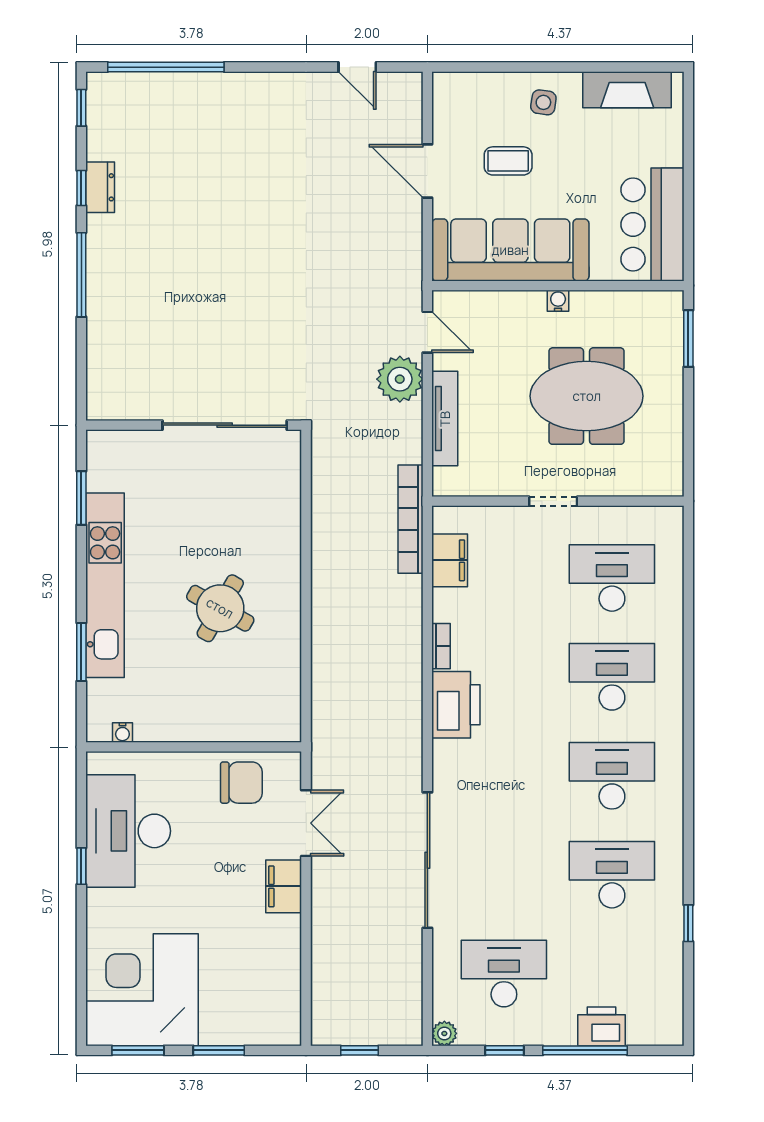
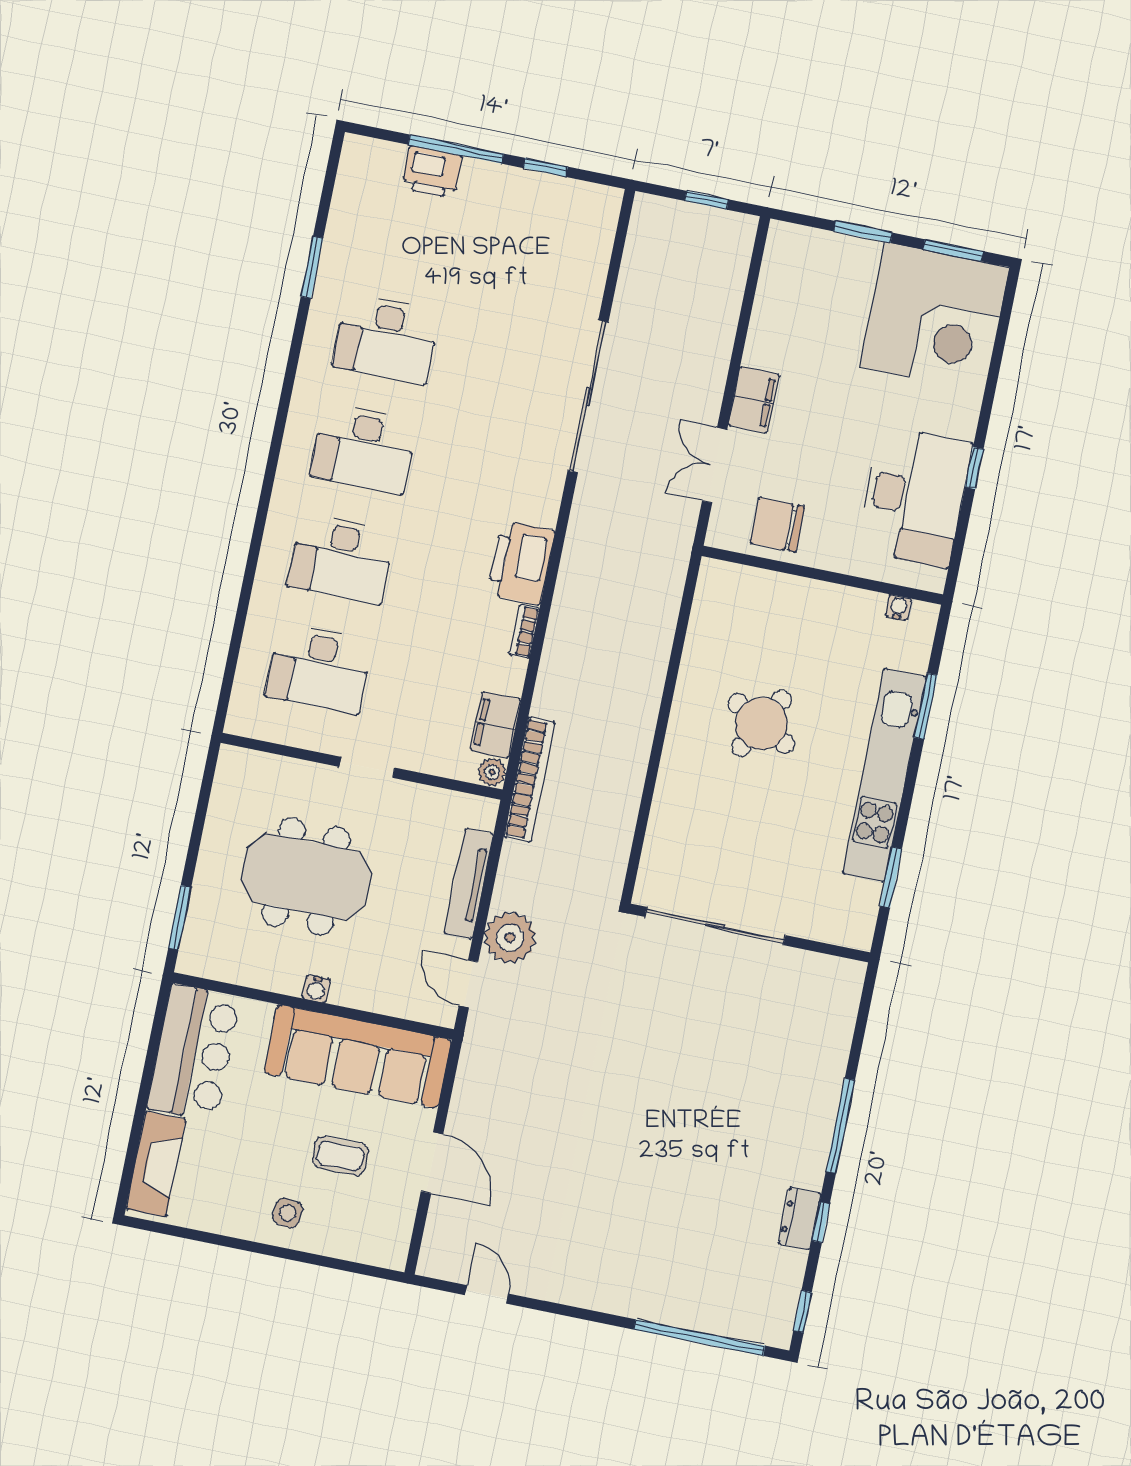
fireplace: (627, 90) -> (156, 1164), moved, turned 90
window: (688, 923) -> (312, 267), width x1.50
desk: (504, 974) -> (529, 253), removed
plant: (444, 1033) -> (492, 772), moved

